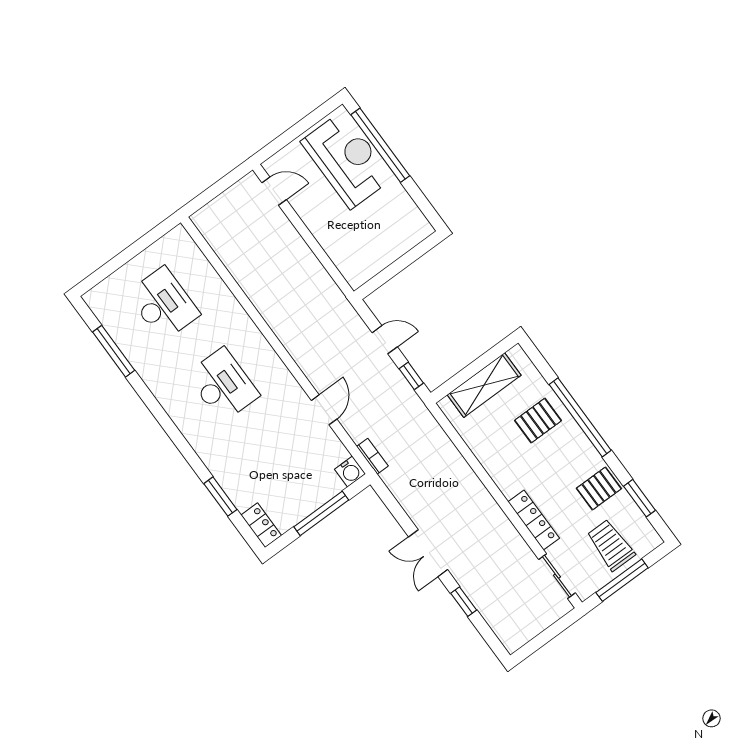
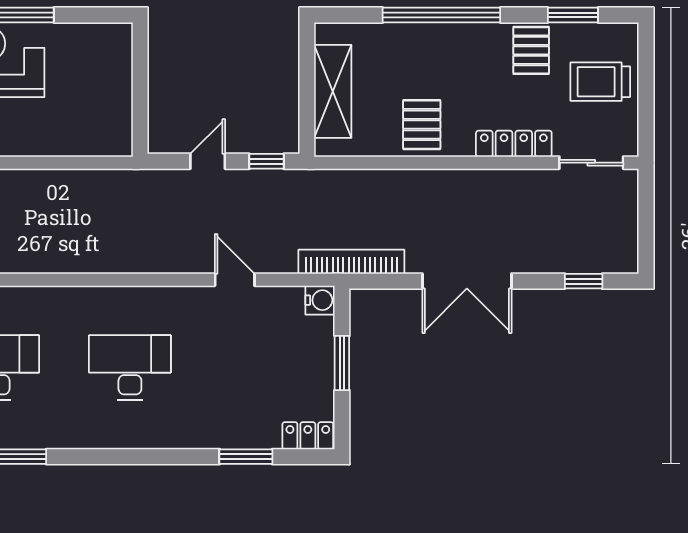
pallet: (538, 420) -> (422, 125), moved
bookcase: (372, 456) -> (351, 262), width x2.31, depth x1.31
window: (321, 513) -> (342, 363), width x0.69
double door: (428, 553) -> (467, 281), width x1.37
window: (622, 580) -> (646, 97), removed
window: (464, 602) -> (584, 281), moved

